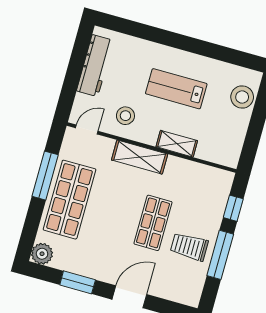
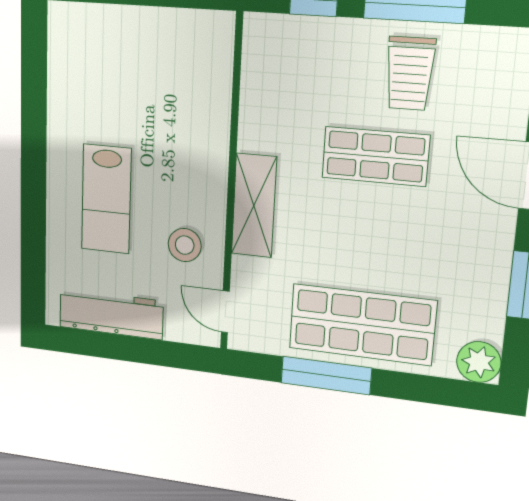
lab bench: (176, 89) -> (106, 199), moved
stool: (242, 97) -> (100, 31), removed
shelving: (177, 144) -> (214, 139), removed

